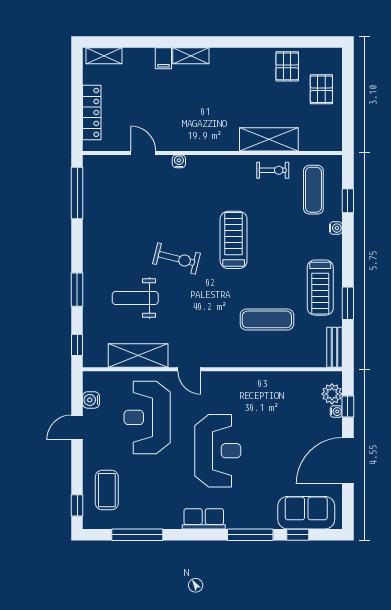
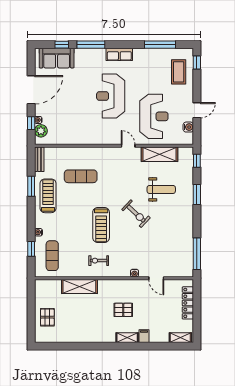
pallet: (287, 66) -> (123, 310), moved, turned 90
exercise bike: (273, 170) -> (99, 261), moved
exercise bike: (176, 259) -> (136, 214), turned -151

